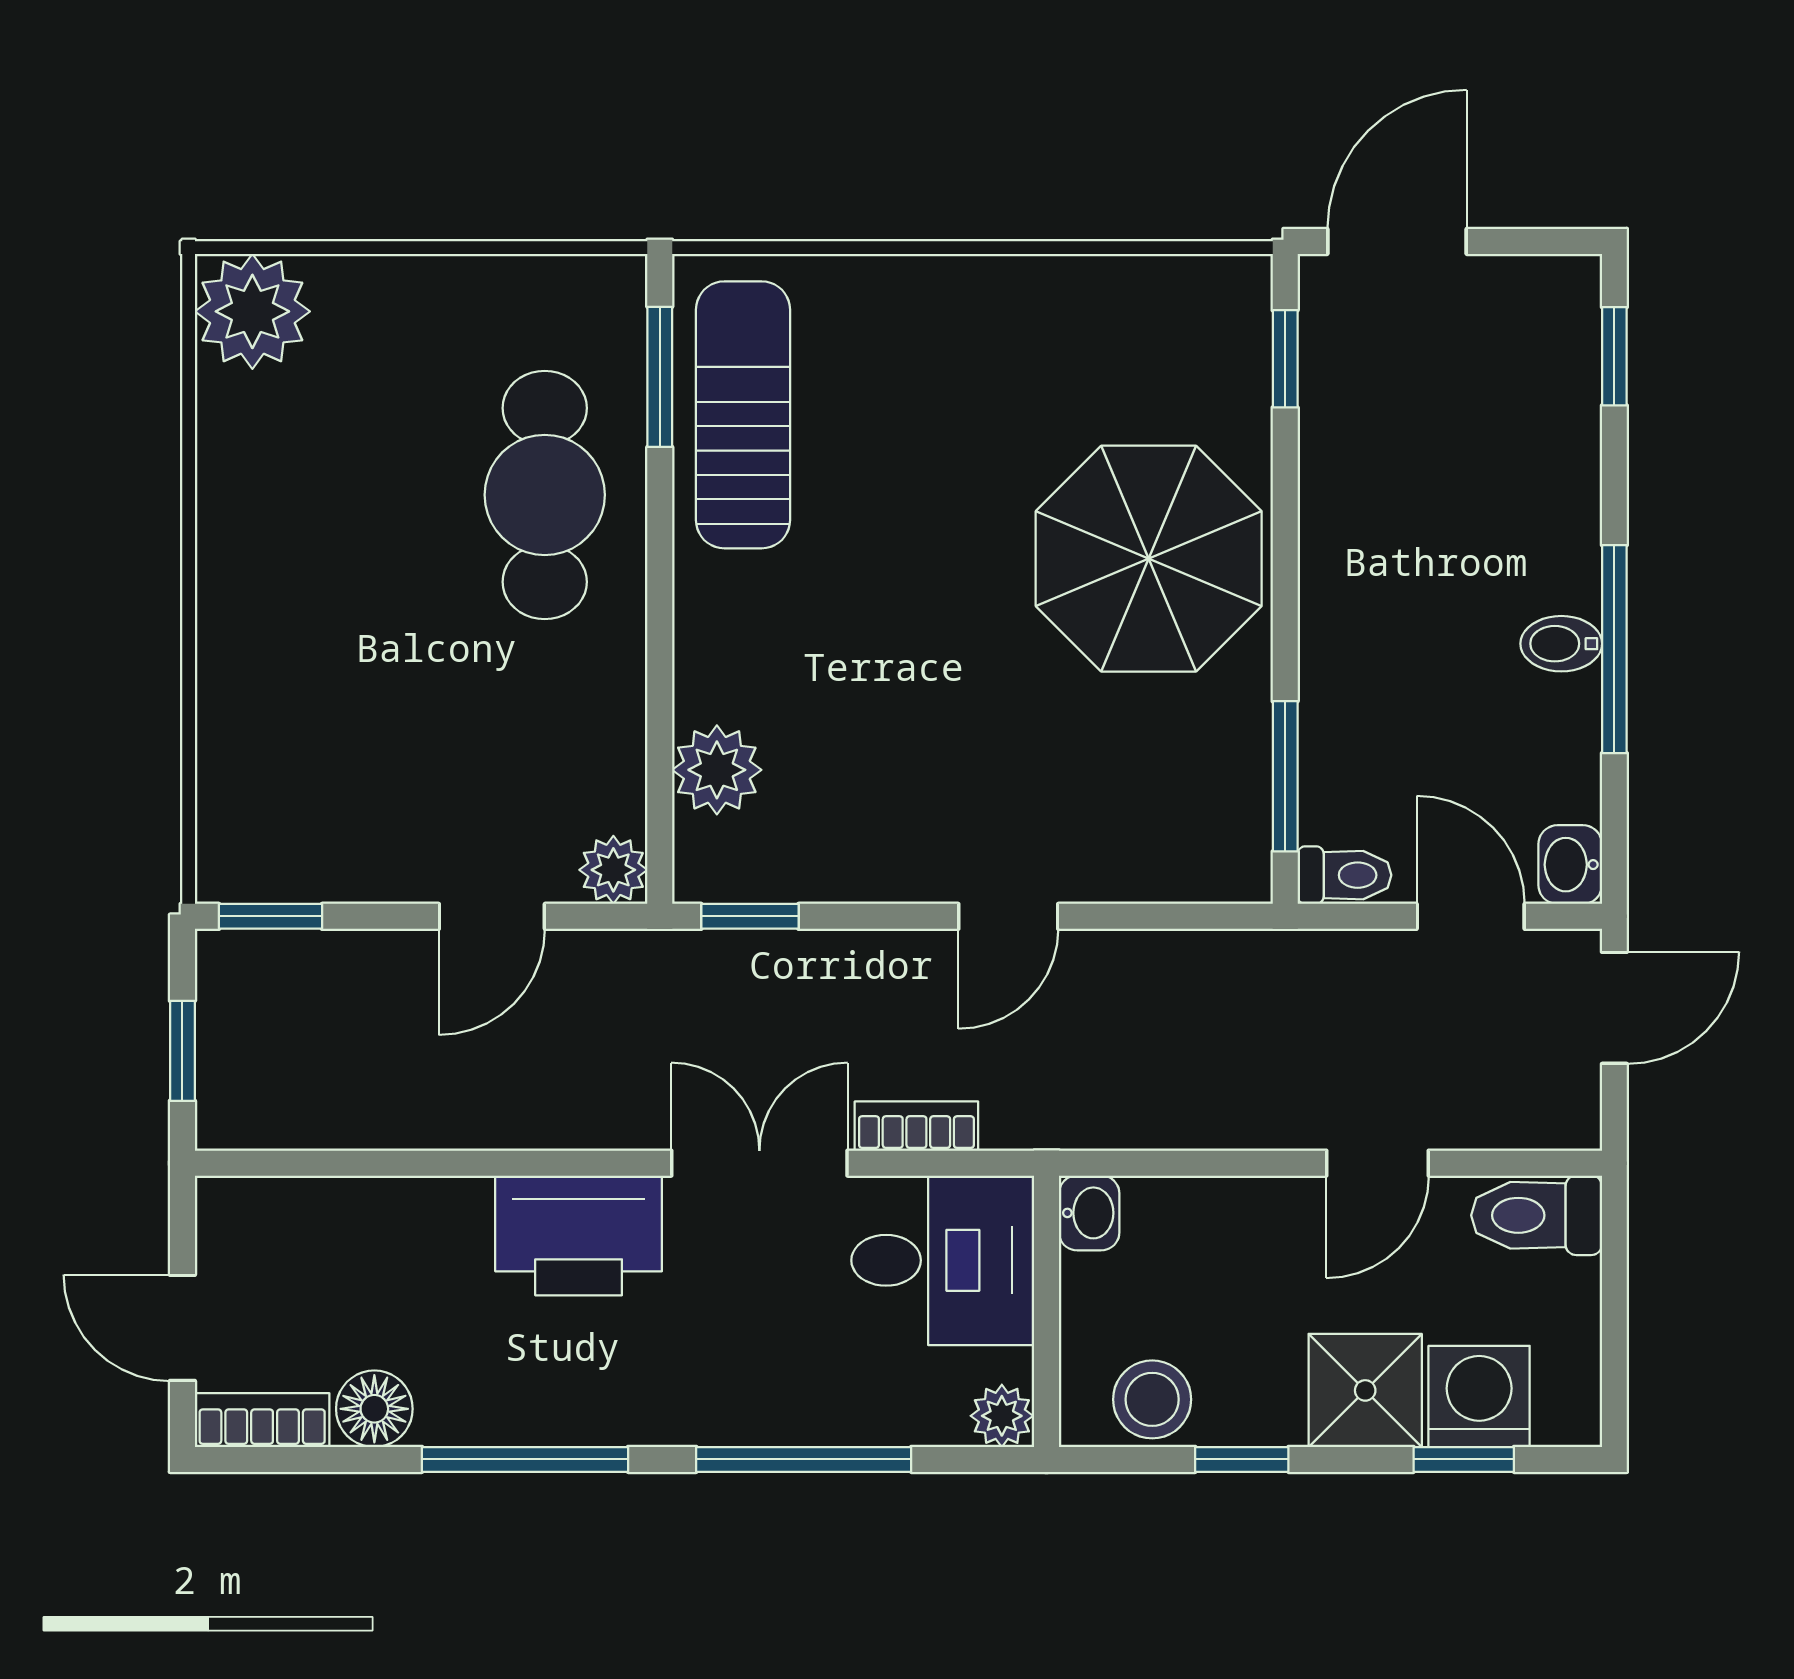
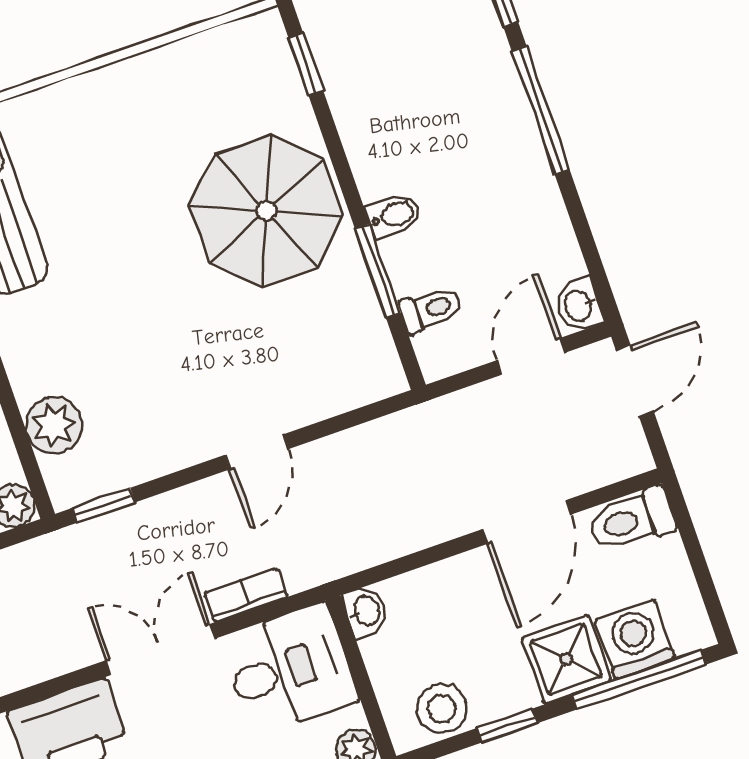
bidet: (1561, 644) -> (394, 215), moved, turned 180
window: (1614, 649) -> (541, 111), moved
window: (1285, 776) -> (378, 271), moved
toilet: (1344, 875) -> (431, 309), moved
door: (1471, 916) -> (531, 356), hinge flipped
door: (1378, 1163) -> (527, 522), width x1.38
window: (1464, 1459) -> (639, 680), width x2.17

